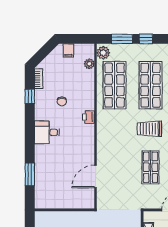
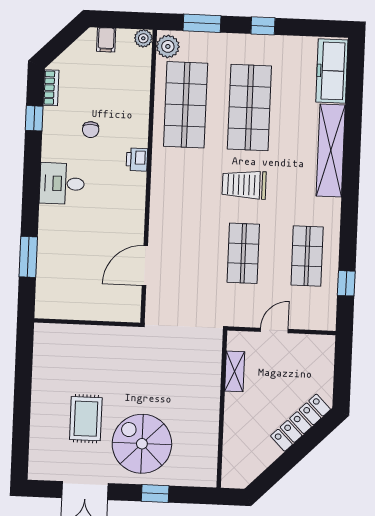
window: (146, 39) -> (263, 26), moved
plant: (89, 64) -> (143, 38), moved

